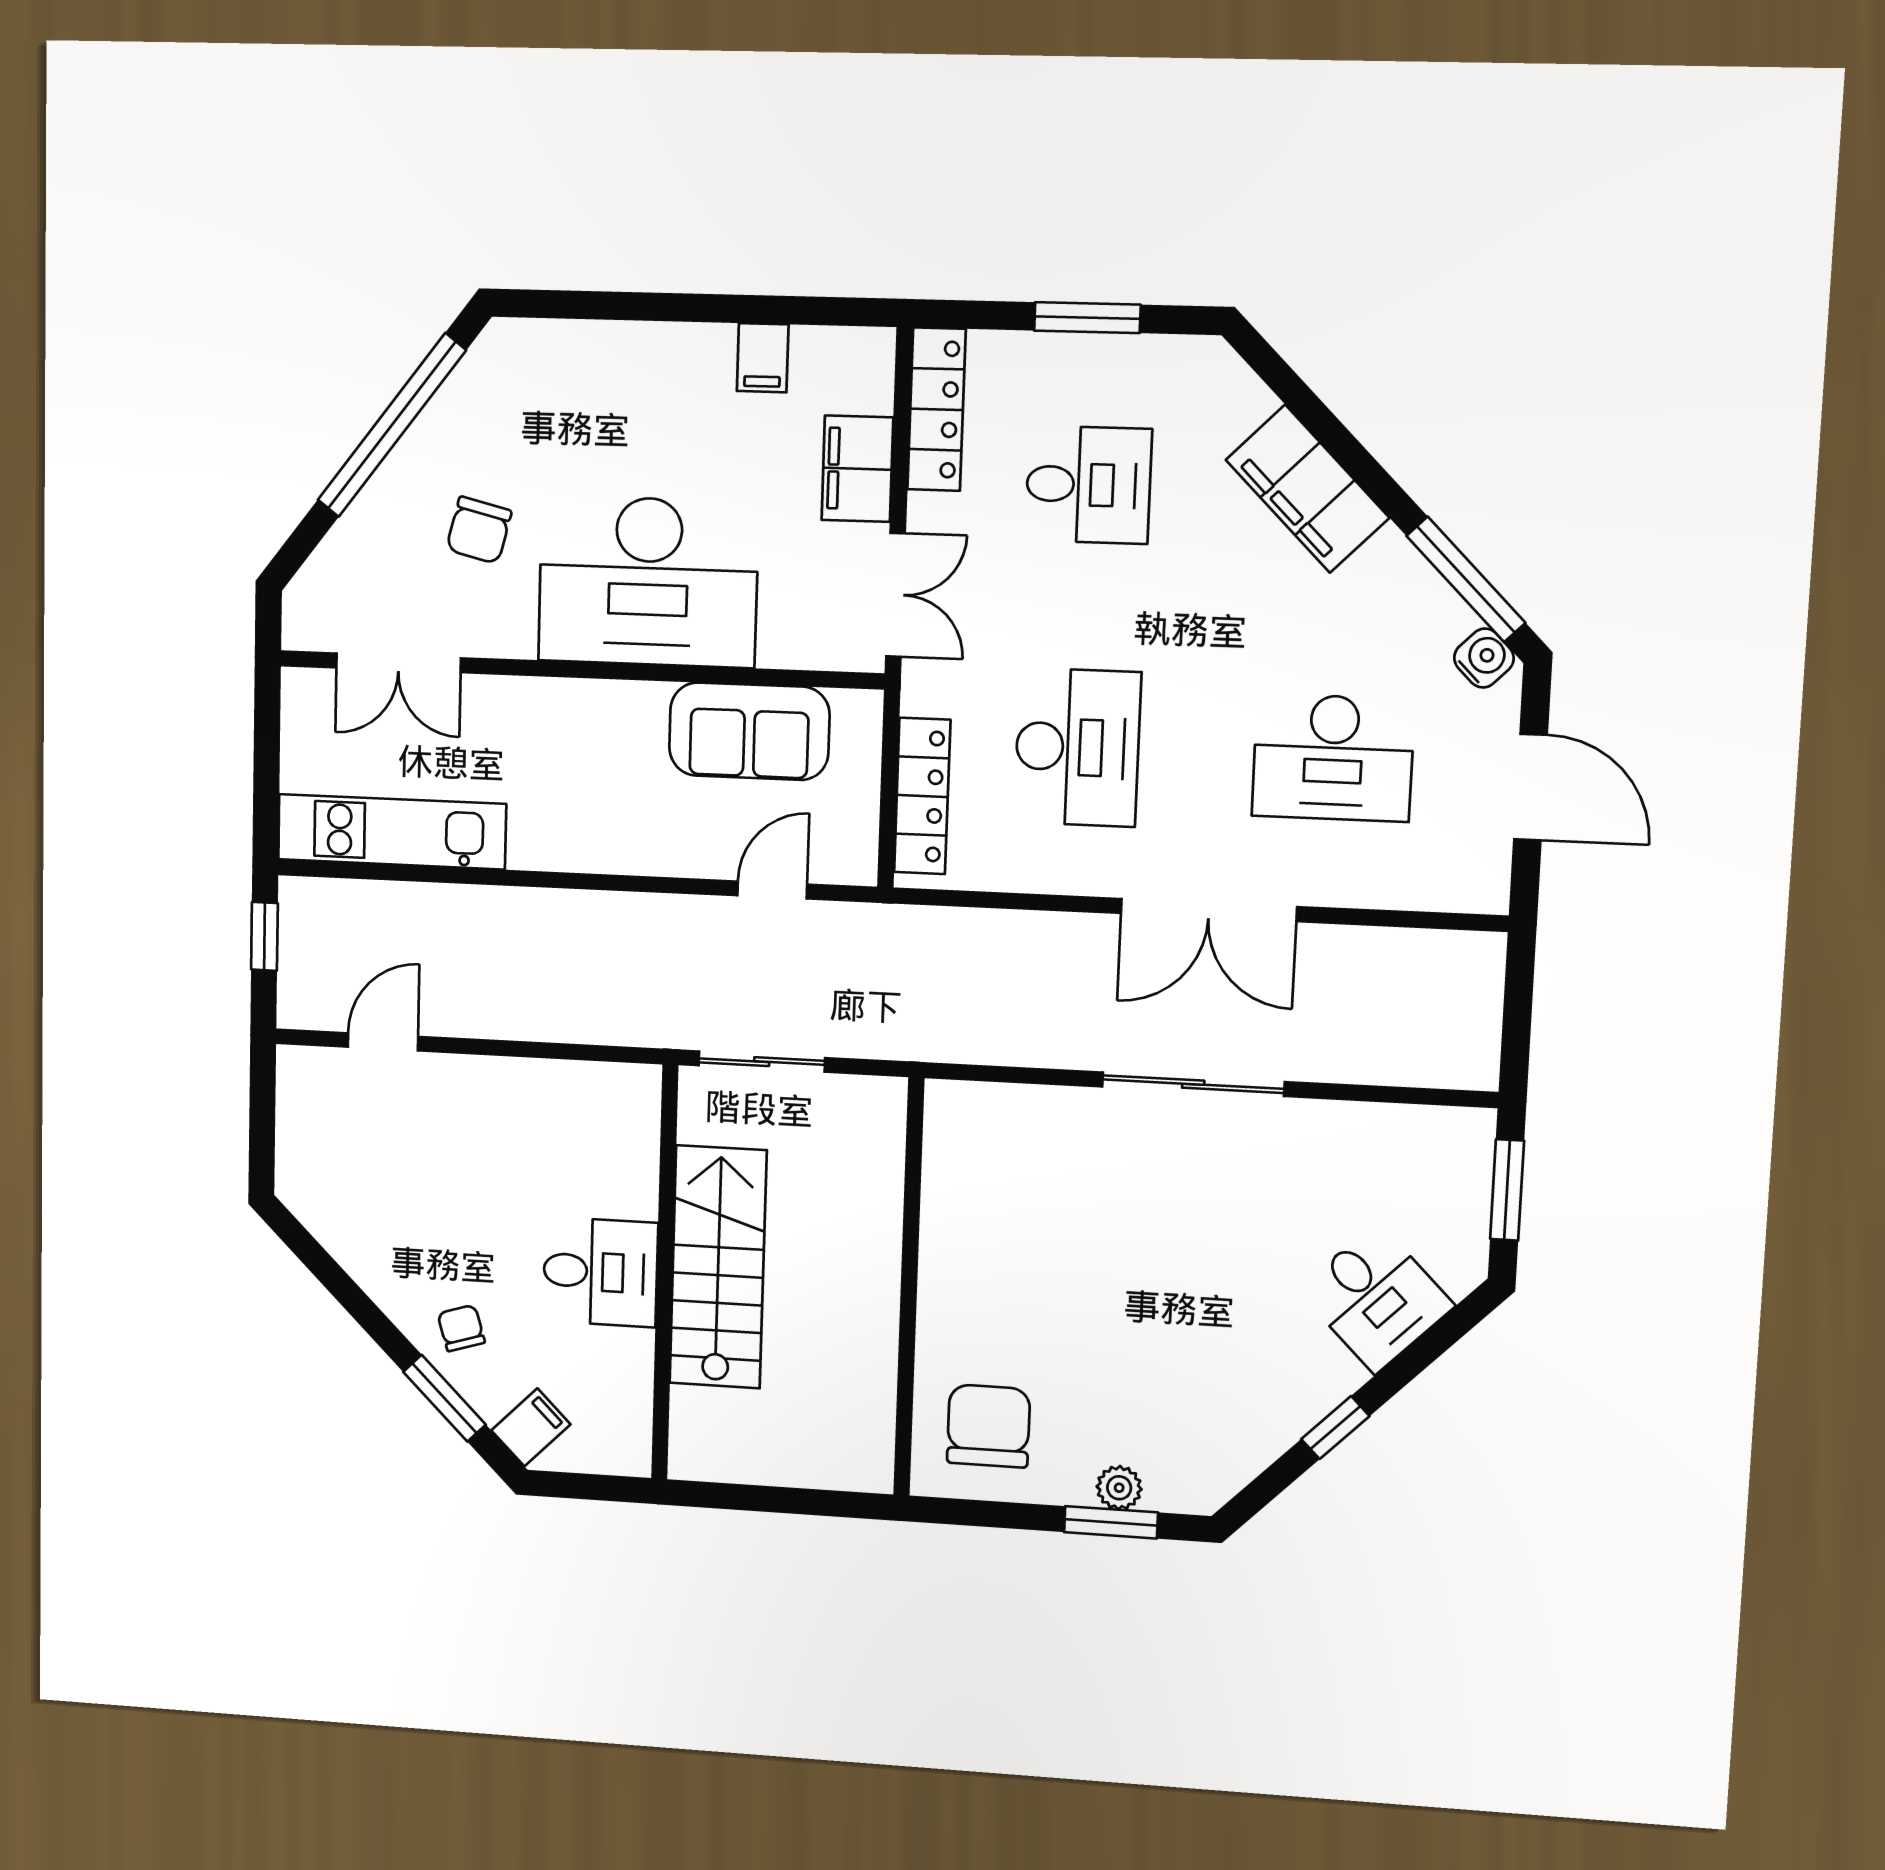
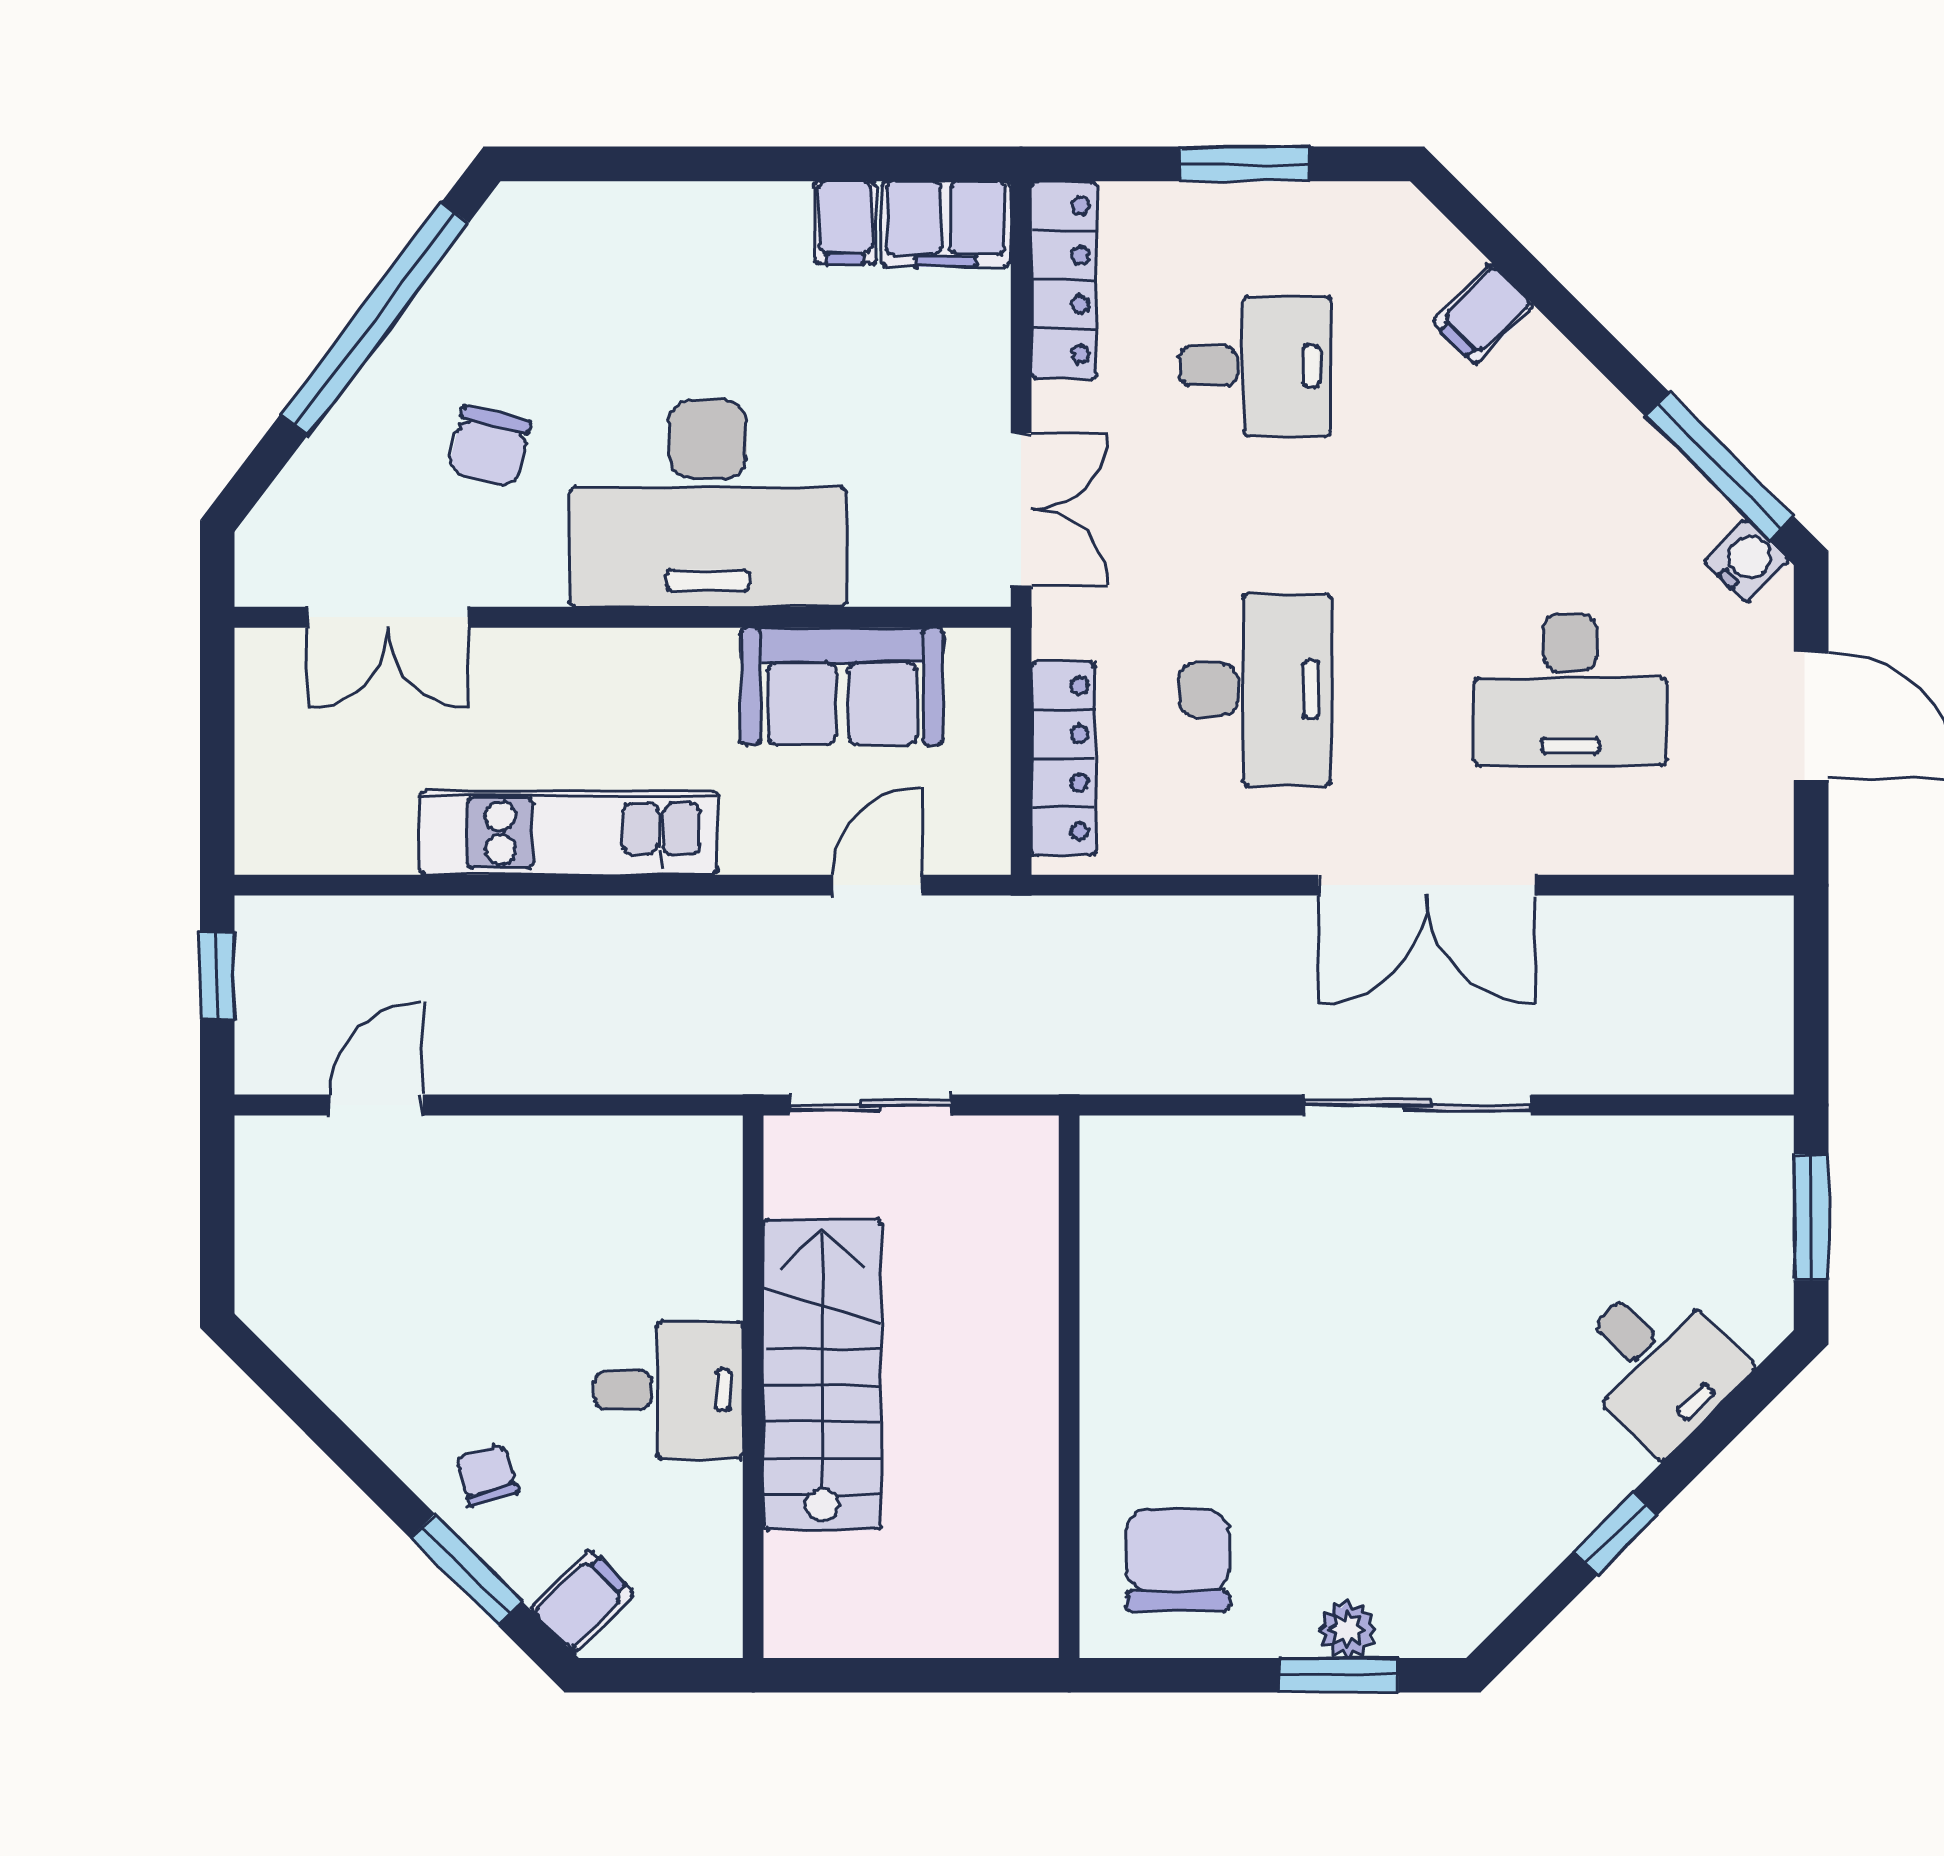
filing cabinet: (857, 469) -> (946, 224), moved, turned -90
filing cabinet: (1308, 489) -> (1483, 314), width x0.33, depth x0.86
kitchen unit: (392, 832) -> (569, 833), moved

